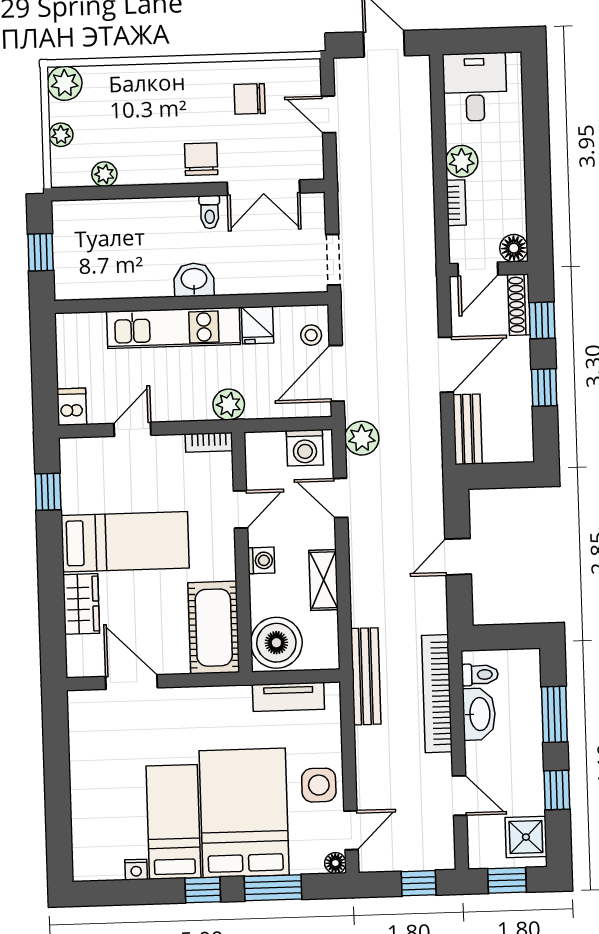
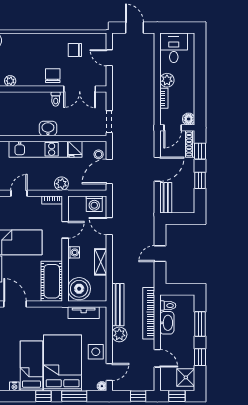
plant: (362, 438) -> (119, 334), moved

